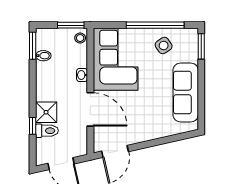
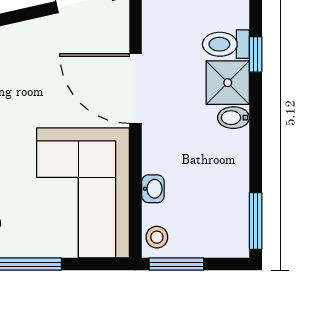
bidet: (43, 56) -> (233, 118), moved
washbasin: (82, 75) -> (153, 189), moved

